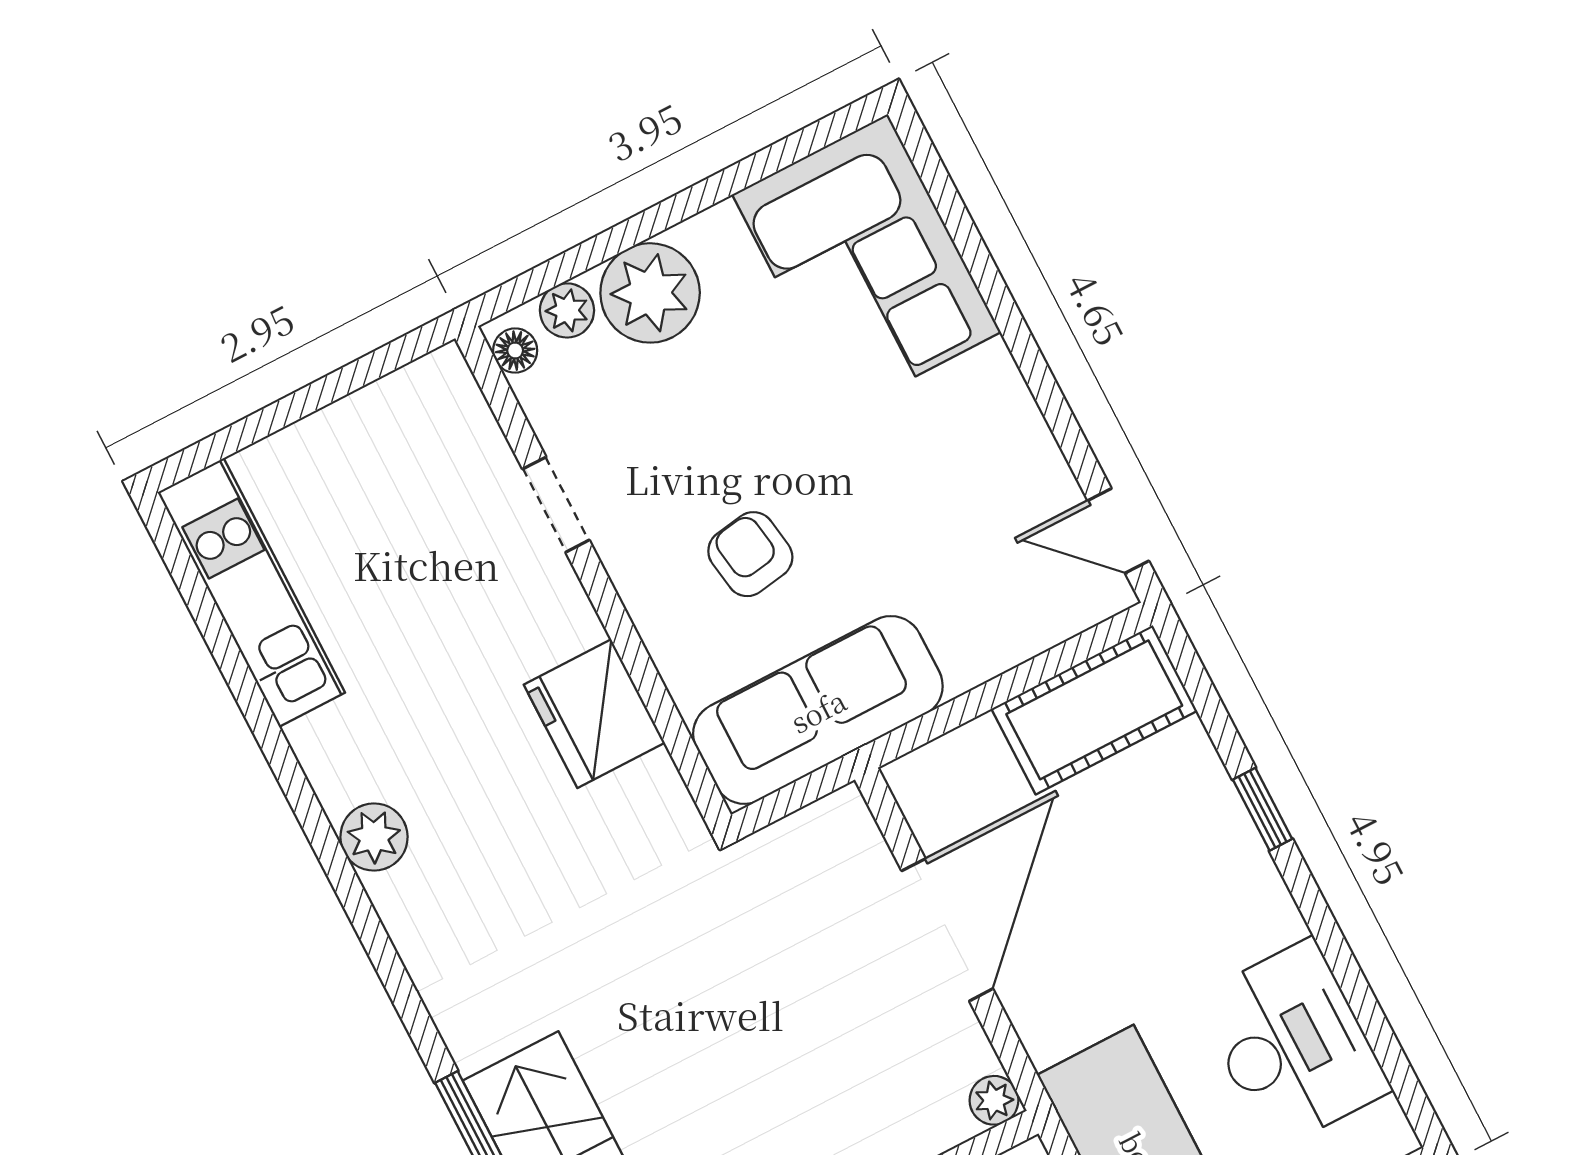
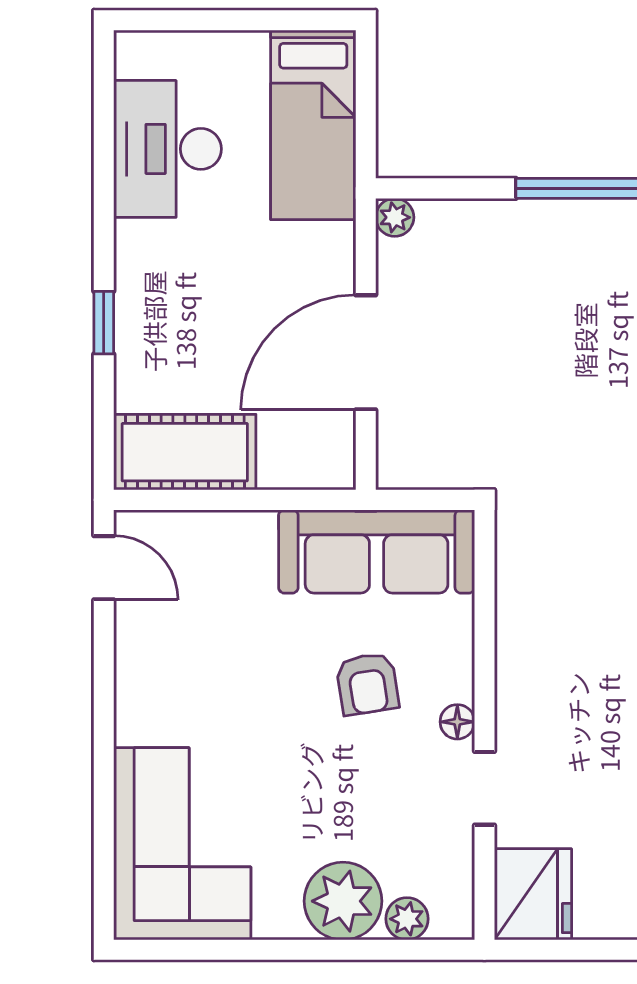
floor lamp: (515, 351) -> (457, 722), moved
fridge: (594, 714) -> (533, 894), moved

